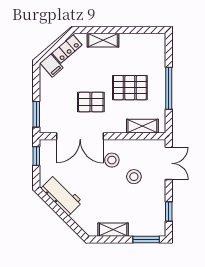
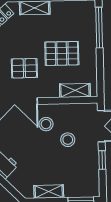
window: (169, 88) -> (99, 28), moved
window: (169, 211) -> (102, 160), moved

